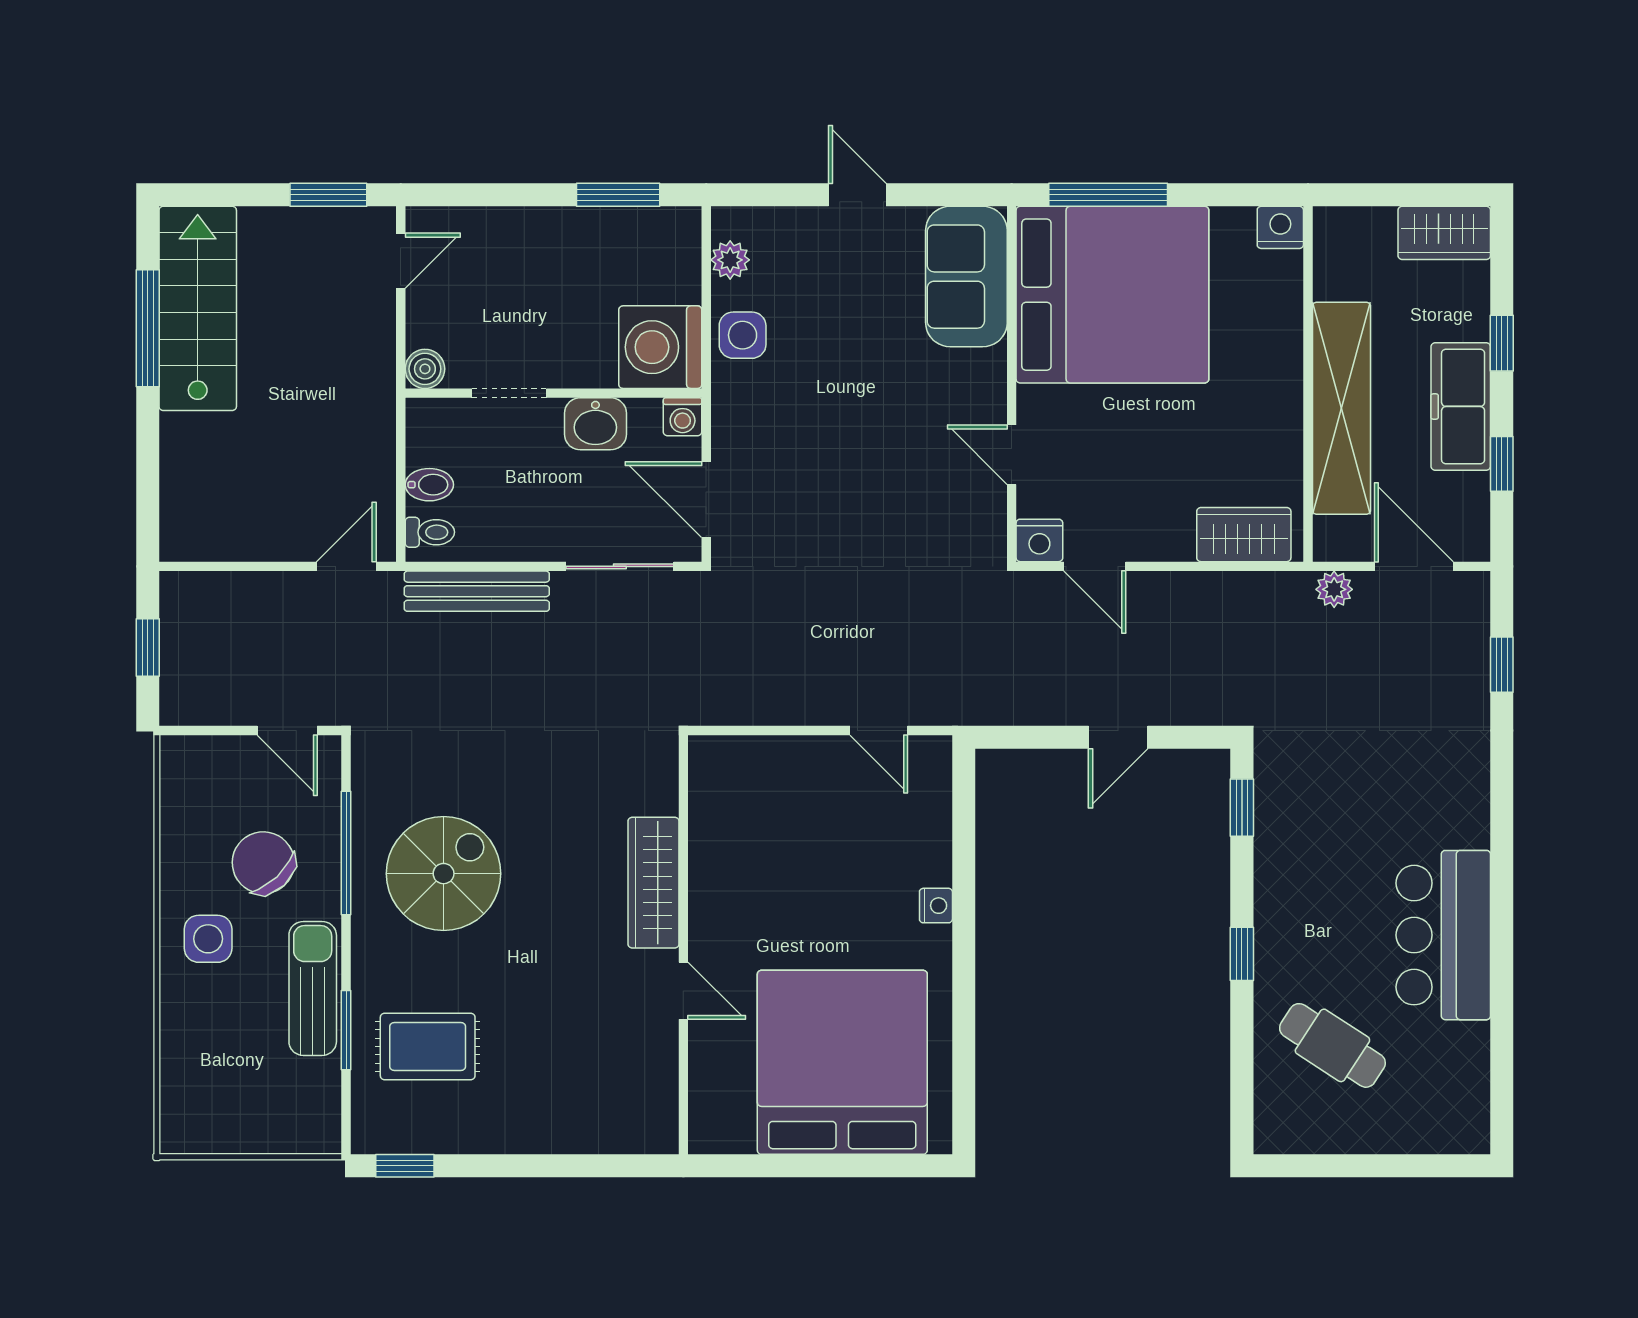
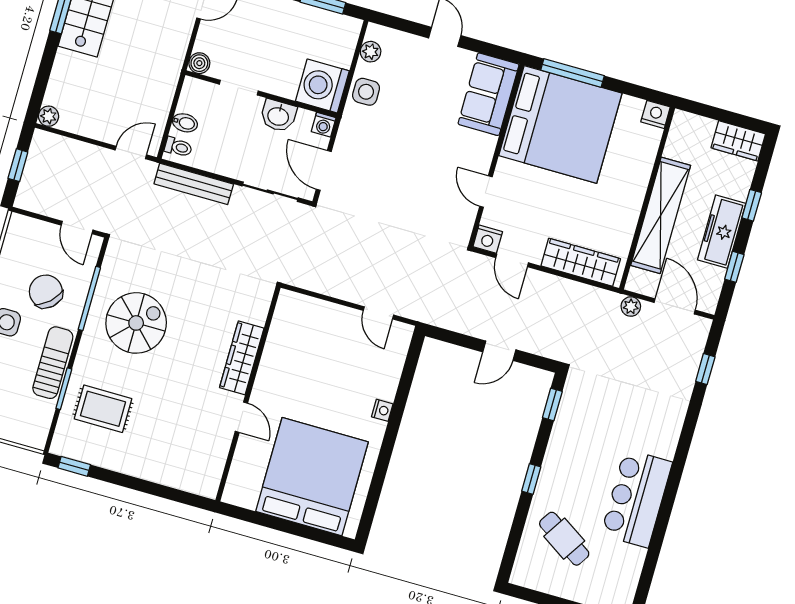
wardrobe: (1244, 535) -> (581, 262), width x1.50
plant: (178, 543) -> (49, 116), added

